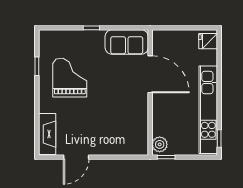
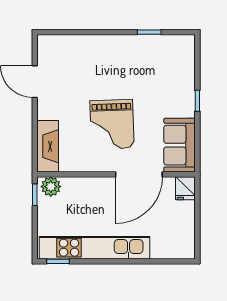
fridge: (208, 41) -> (185, 188), moved, turned 180
grand piano: (70, 78) -> (112, 124), moved, turned 88
fireplace: (47, 134) -> (48, 146), moved, turned -90

